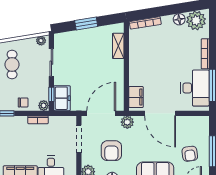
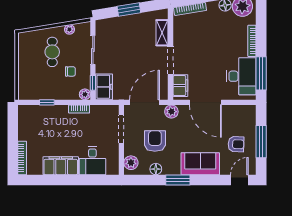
plant: (41, 41) -> (69, 29), moved
doorway: (126, 73) -> (171, 60), added
chair: (23, 102) -> (70, 71), moved
armchair: (111, 151) -> (155, 141), turned 180
armchair: (190, 154) -> (236, 144), turned -80

